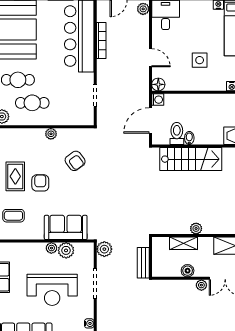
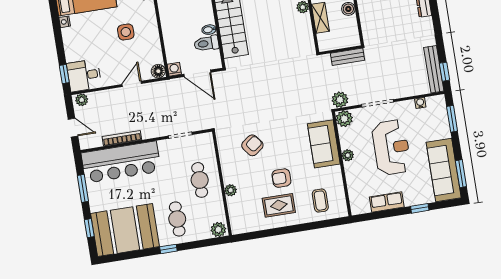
cafe table: (32, 103) -> (200, 180), moved
plant: (51, 134) -> (231, 190), moved
plant: (66, 250) -> (344, 119), moved

